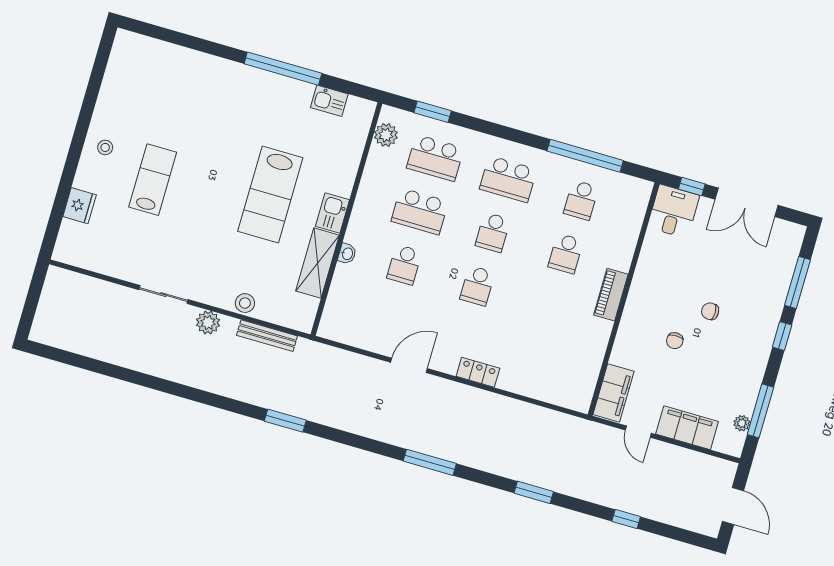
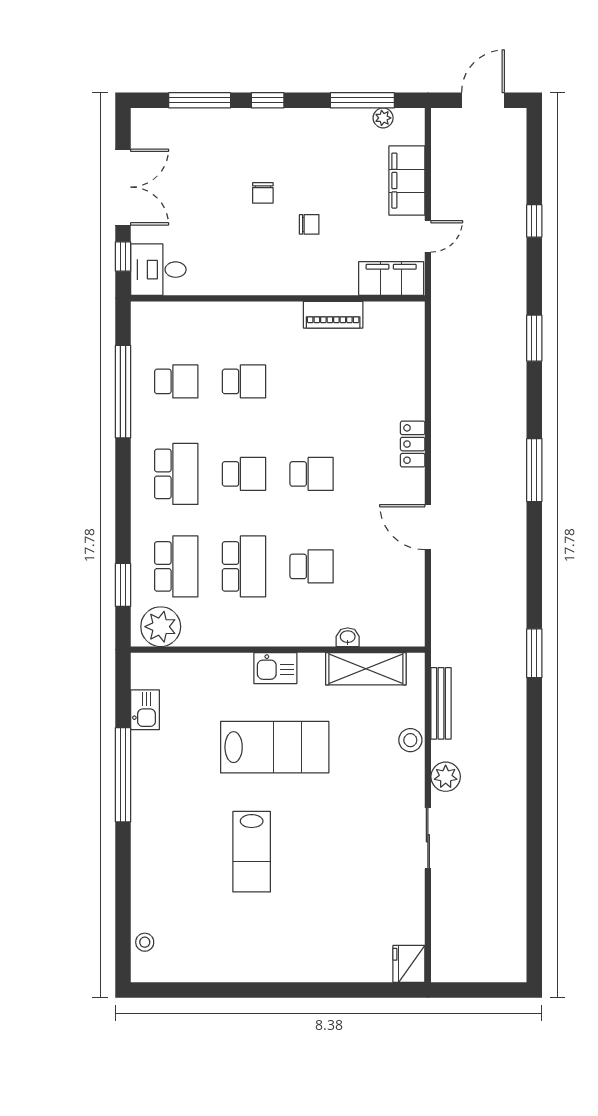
plant: (386, 135) -> (161, 627), width x1.36, depth x1.36
stool: (105, 147) -> (145, 942), moved
lab bench: (153, 180) -> (252, 852), moved, turned -90
fridge: (80, 206) -> (409, 964), moved, turned -90
washbasin: (347, 254) -> (348, 637), moved
shelving: (317, 263) -> (366, 669), moved
piano: (611, 295) -> (333, 315), moved

